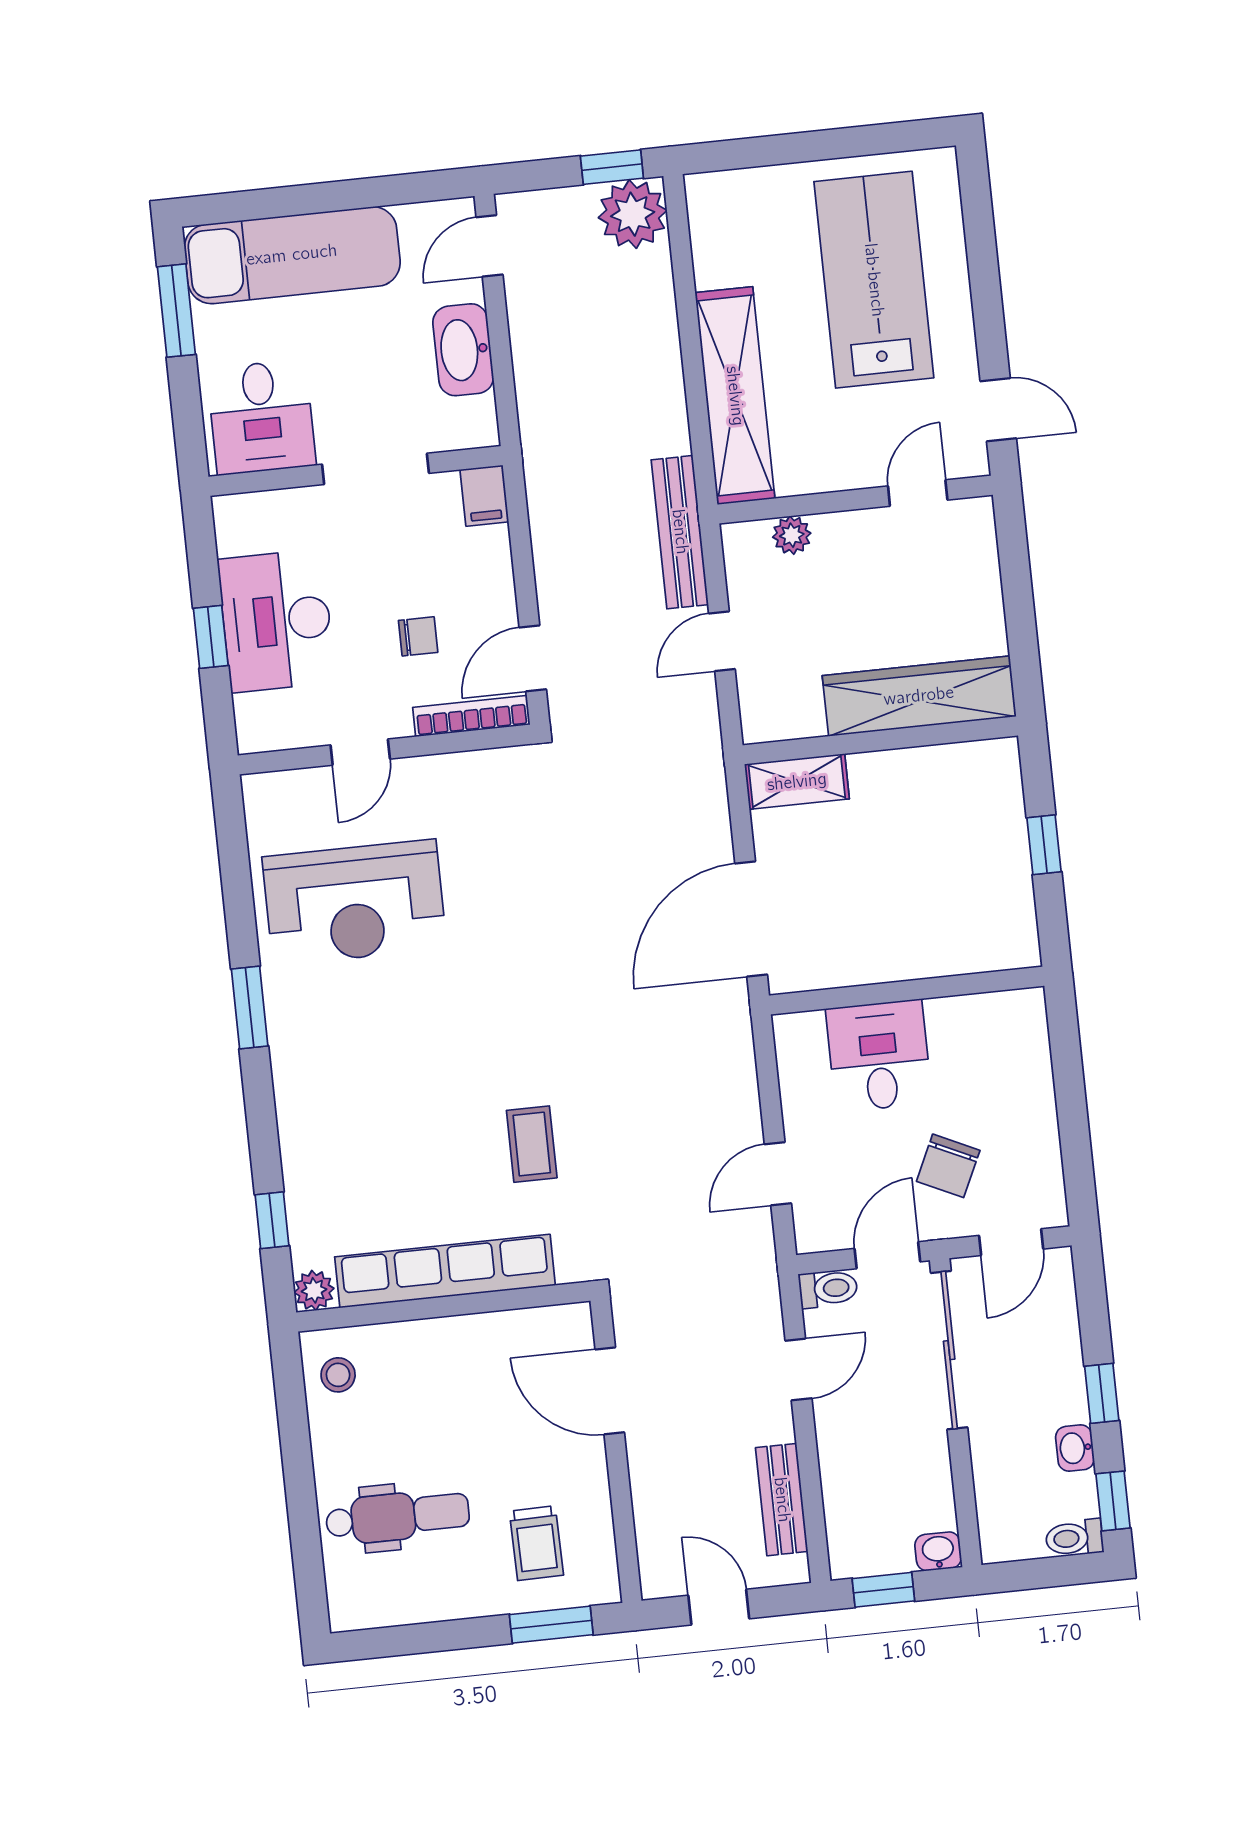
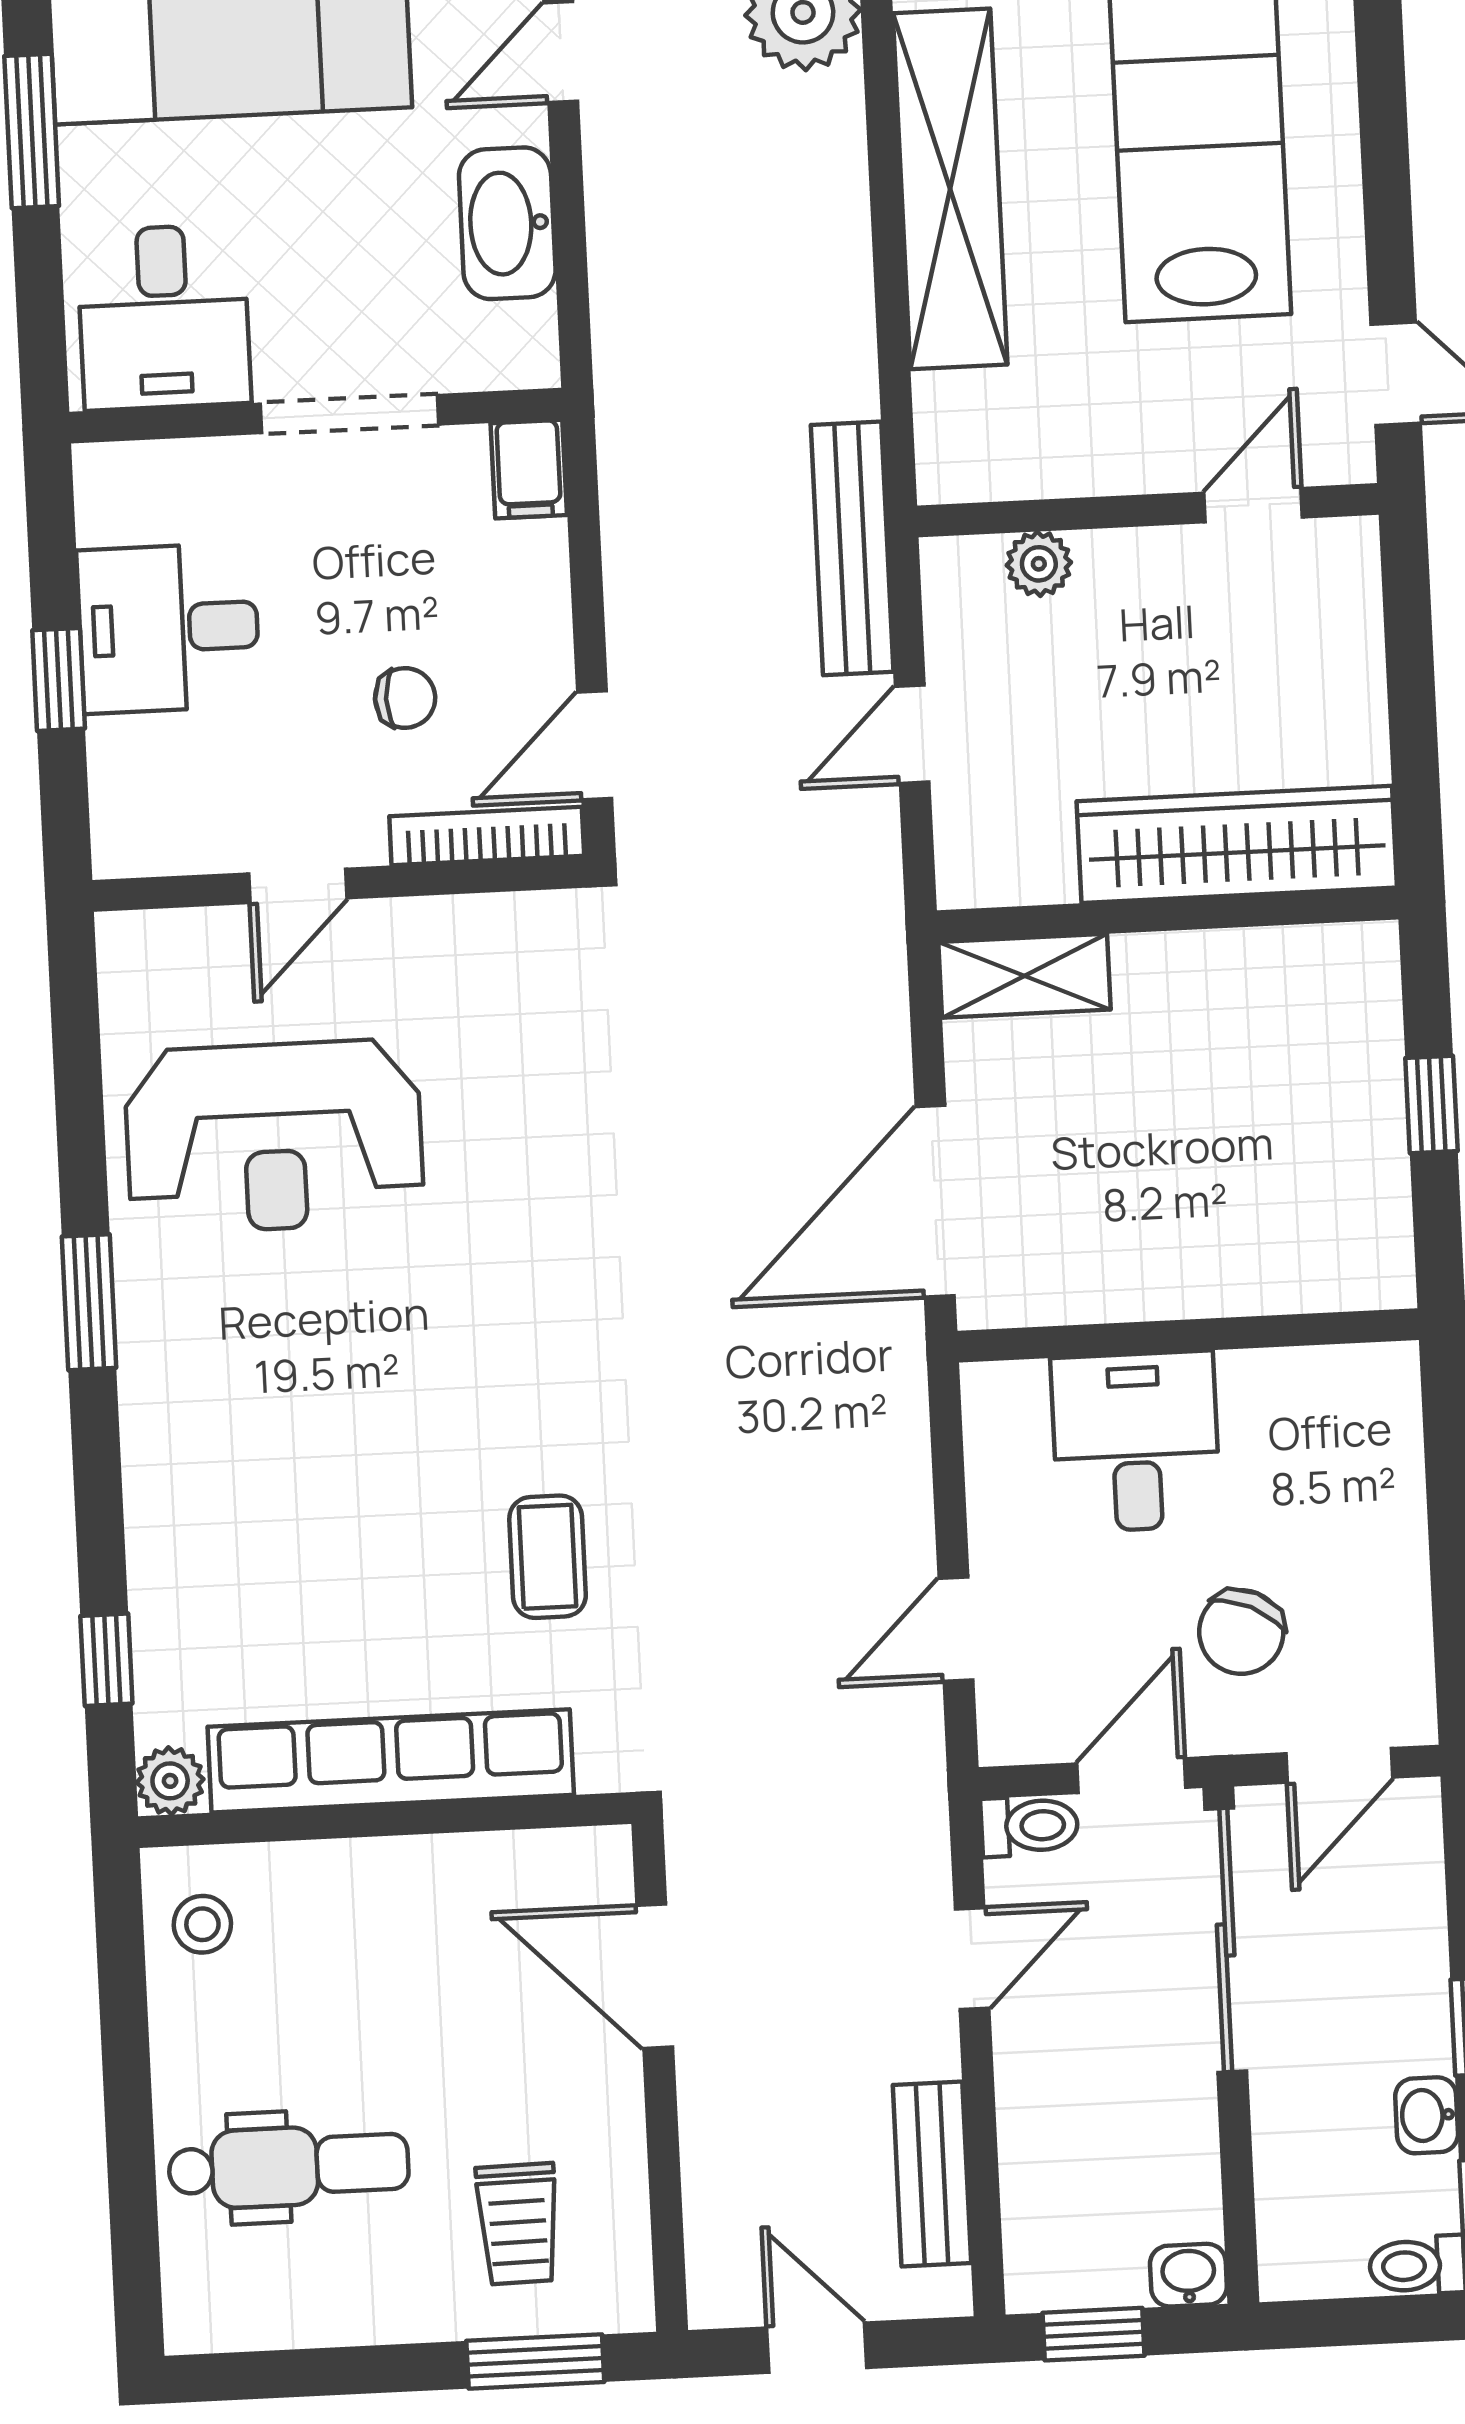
shelving: (735, 396) -> (950, 189), moved
desk: (277, 621) -> (169, 628), width x0.73

